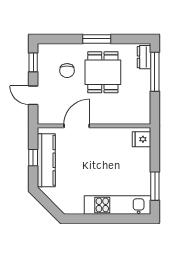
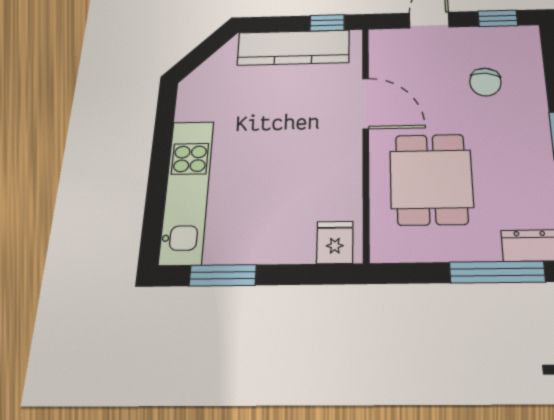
chair: (67, 71) -> (485, 82), turned -84
dining table: (103, 72) -> (431, 179), moved, turned 90
window: (33, 158) -> (327, 23), moved

